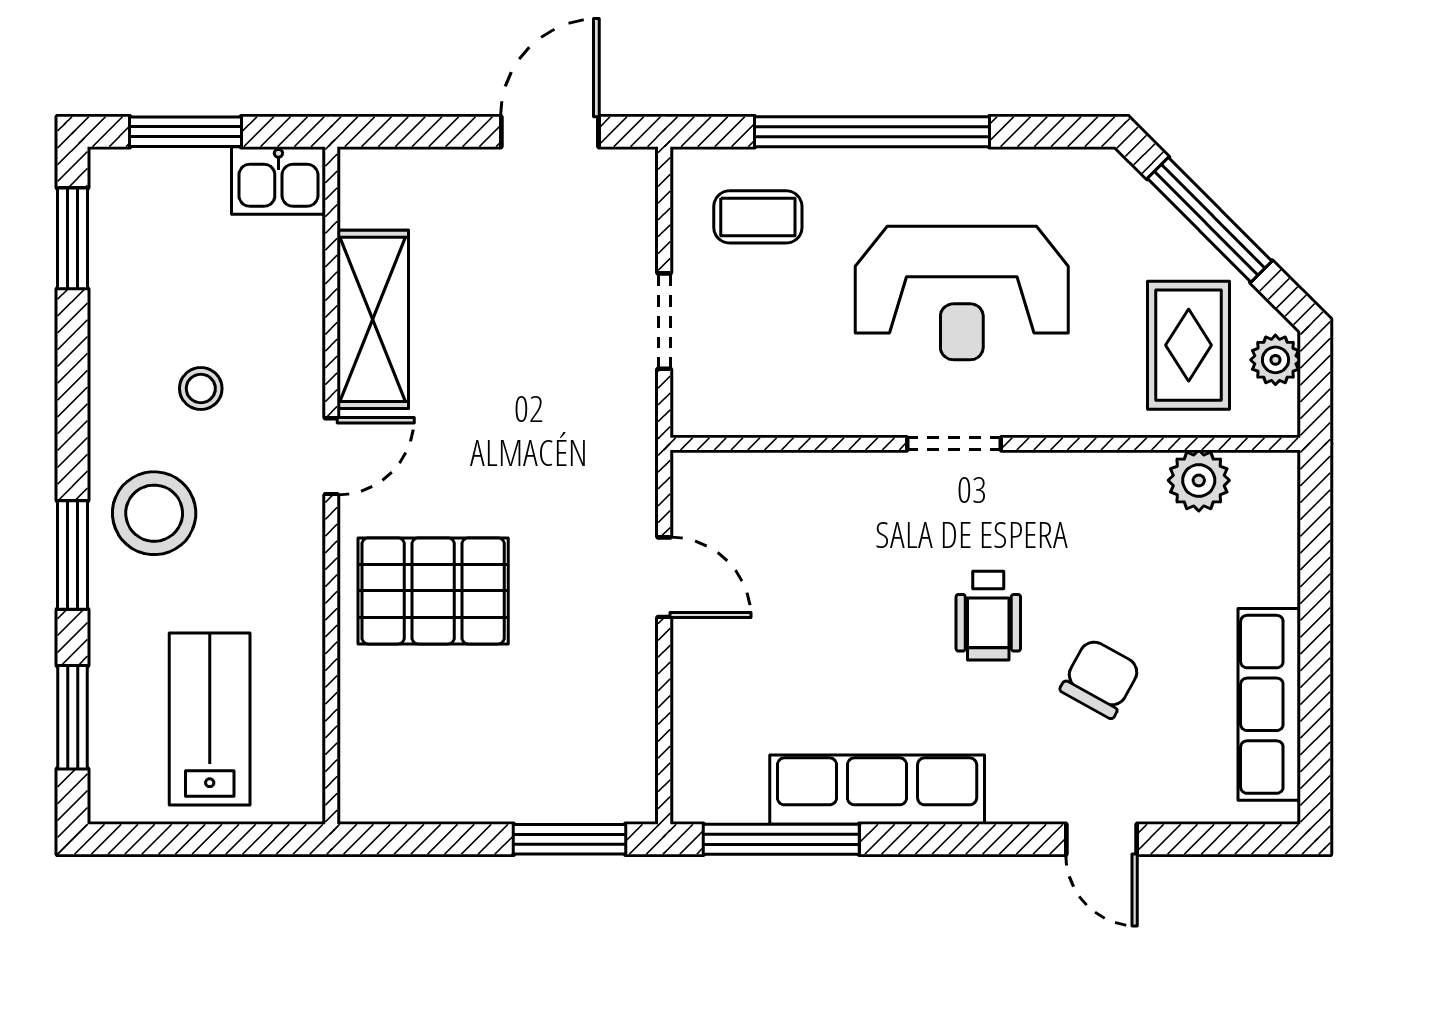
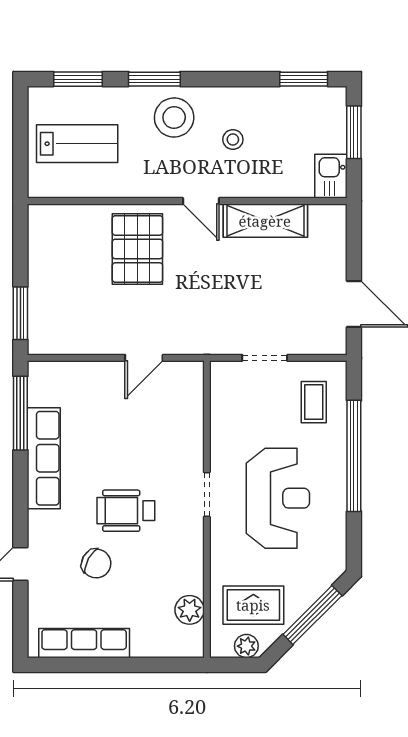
reception desk: (962, 293) -> (278, 498), turned 180
wheelchair: (988, 616) -> (126, 511), width x1.36, depth x1.37

